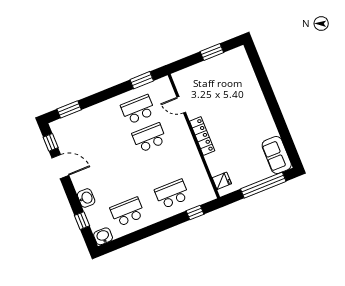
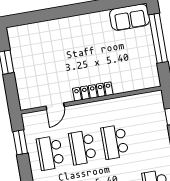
fridge: (222, 181) -> (144, 81), removed
school desk: (172, 194) -> (115, 142), moved

